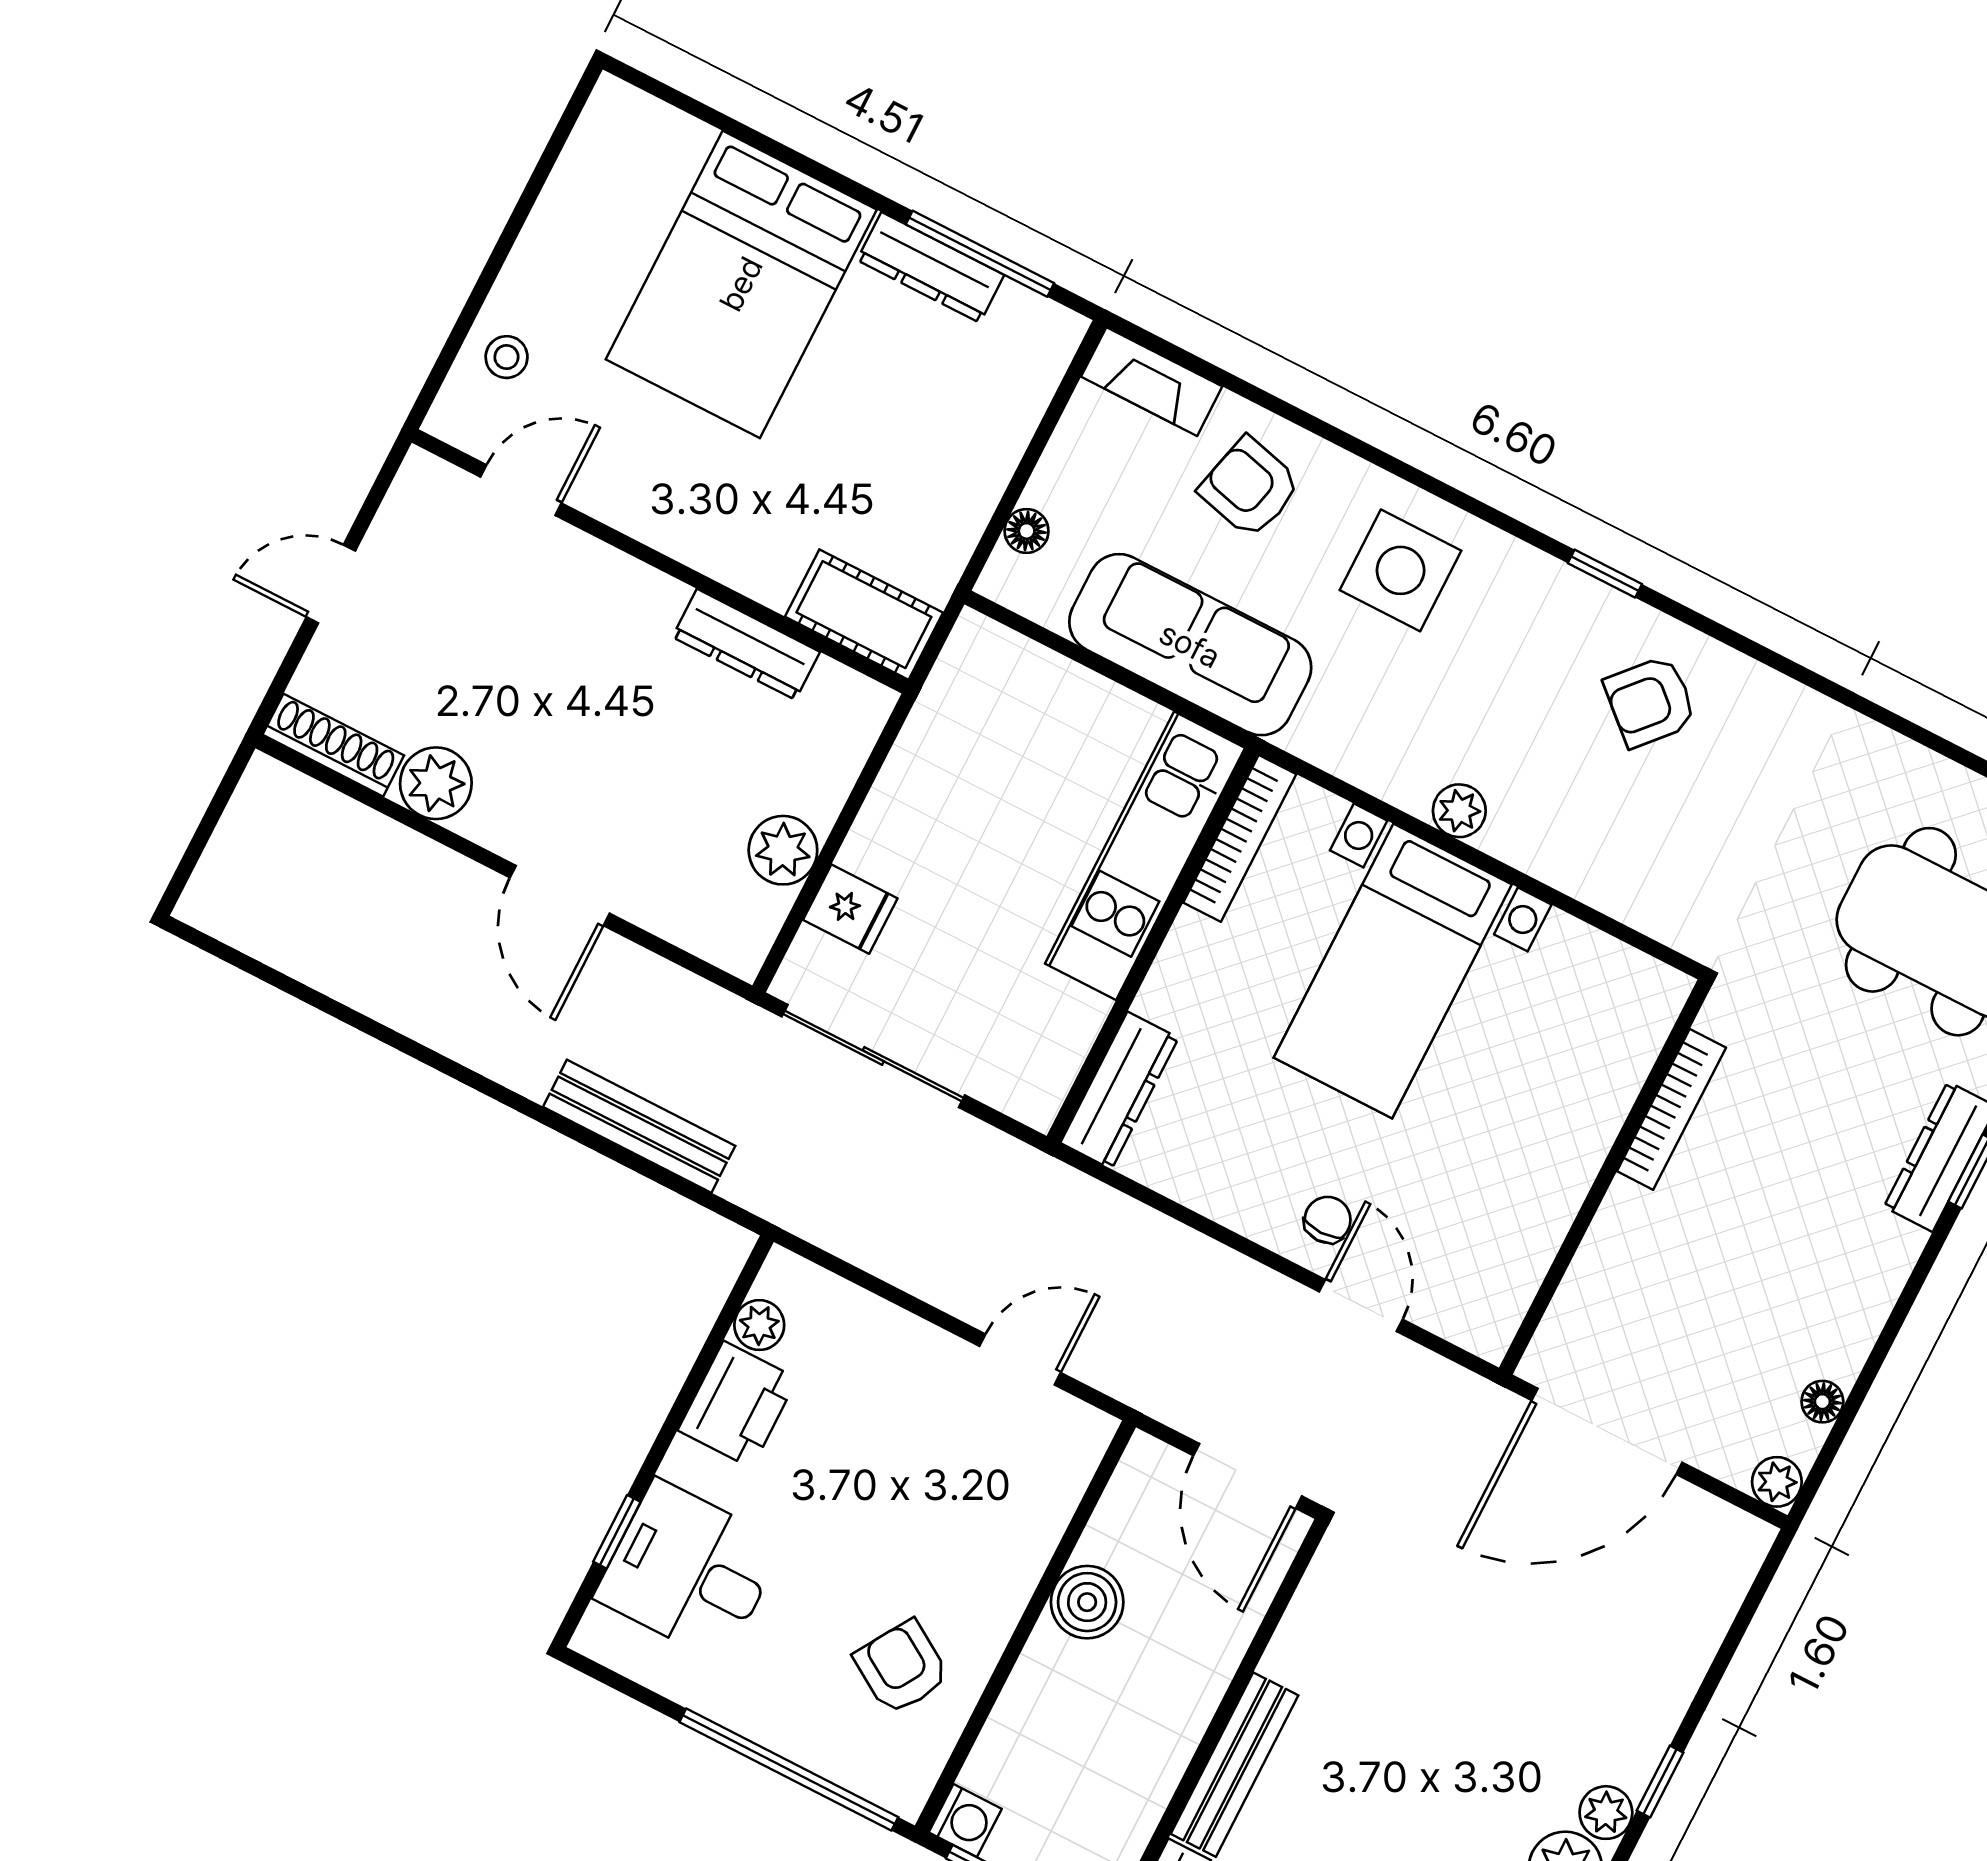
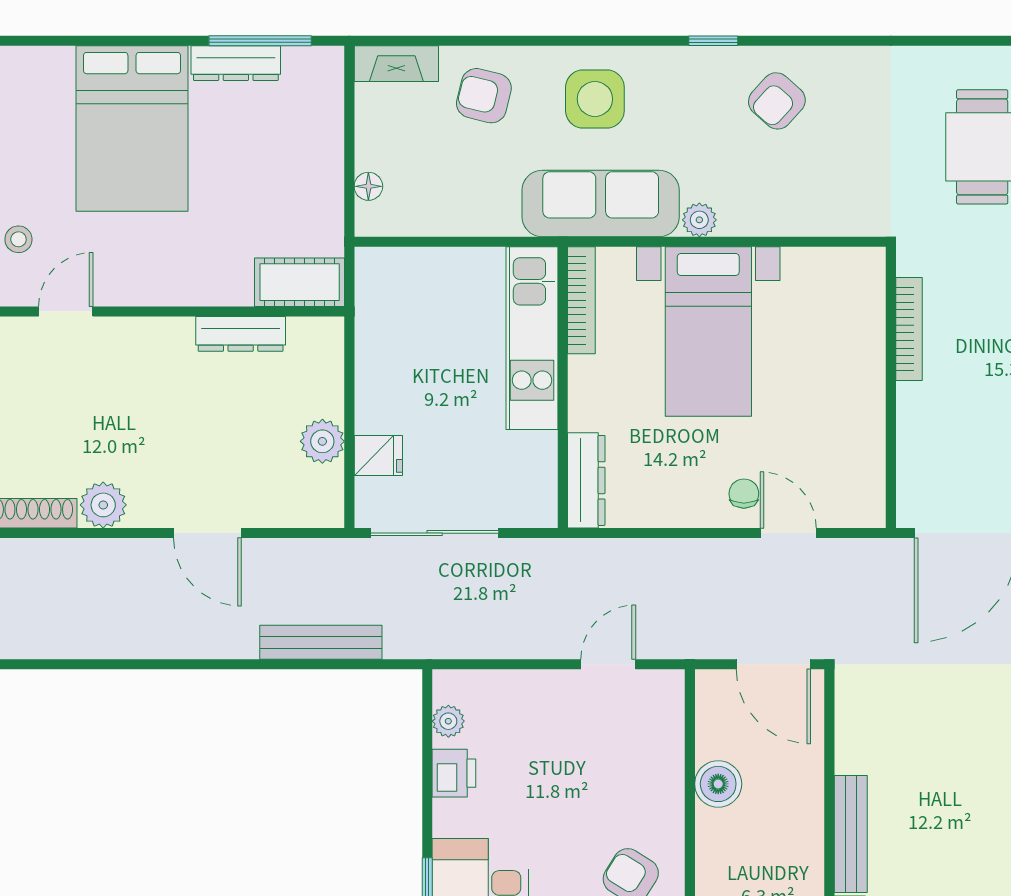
sofa: (1190, 645) -> (601, 203), moved
printer: (738, 1404) -> (454, 773), width x0.73, depth x0.81

